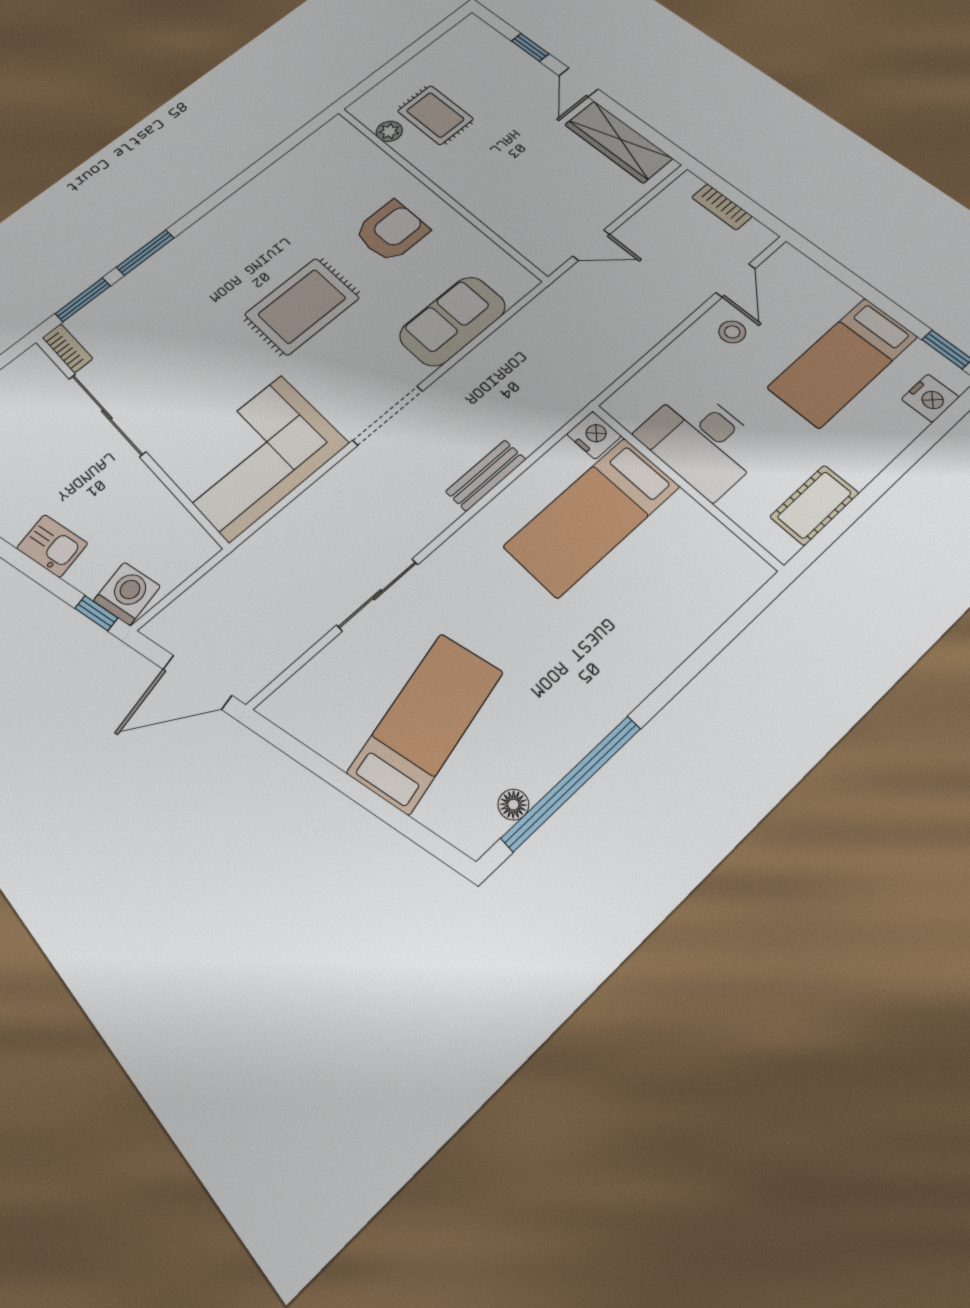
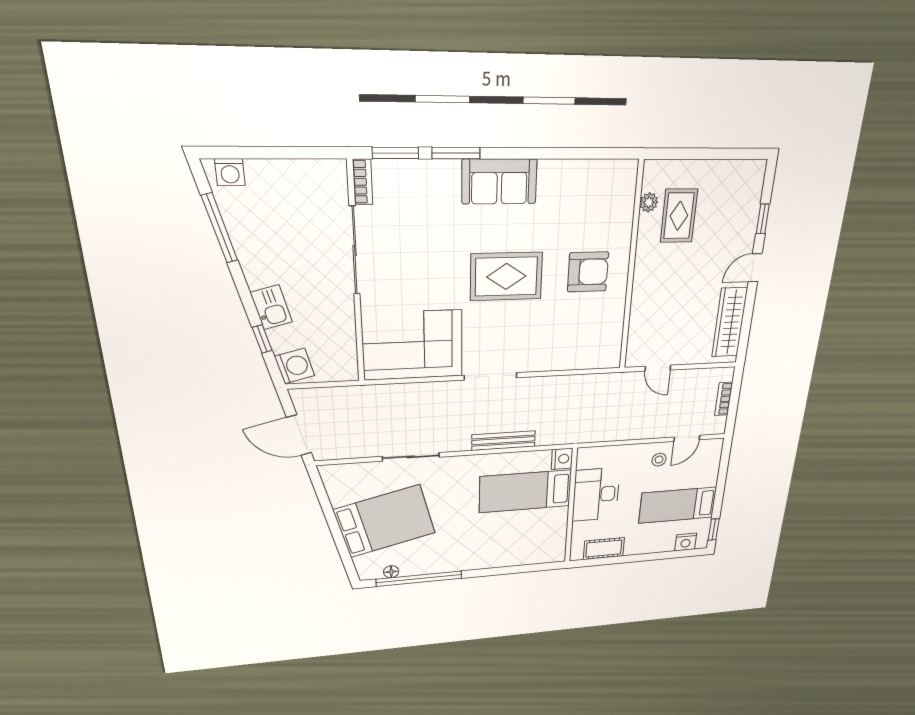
sofa: (452, 321) -> (499, 182), moved, turned 180
bench: (486, 475) -> (504, 441), width x1.36
window: (96, 613) -> (262, 339), moved
bed: (426, 722) -> (385, 521), width x1.50

